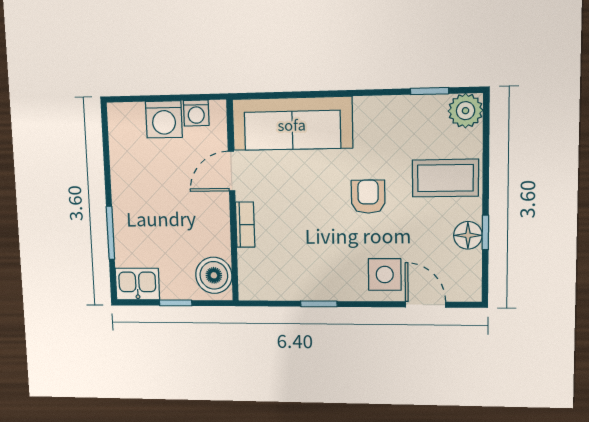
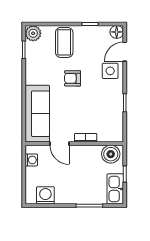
washing machine: (164, 119) -> (45, 195), moved, turned -90
floor lamp: (468, 235) -> (117, 32), moved
kitchen sink: (137, 284) -> (115, 189), width x1.38

